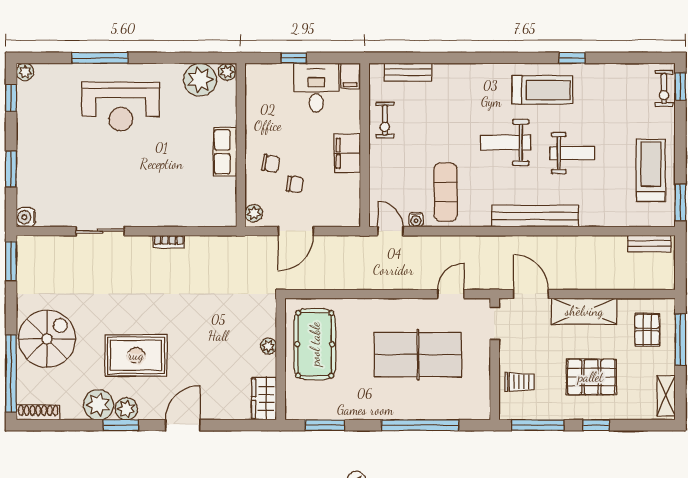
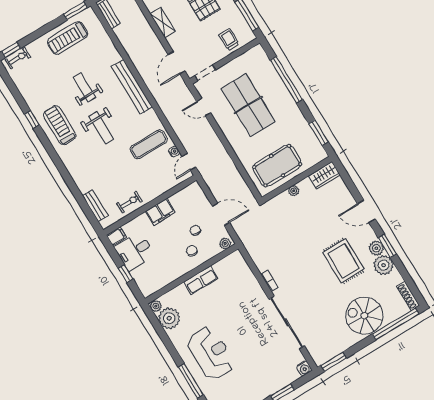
sliding door: (100, 231) -> (287, 323), width x1.86
shelving: (584, 311) -> (163, 23), width x0.67, depth x0.75

